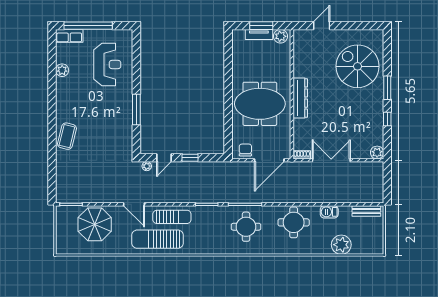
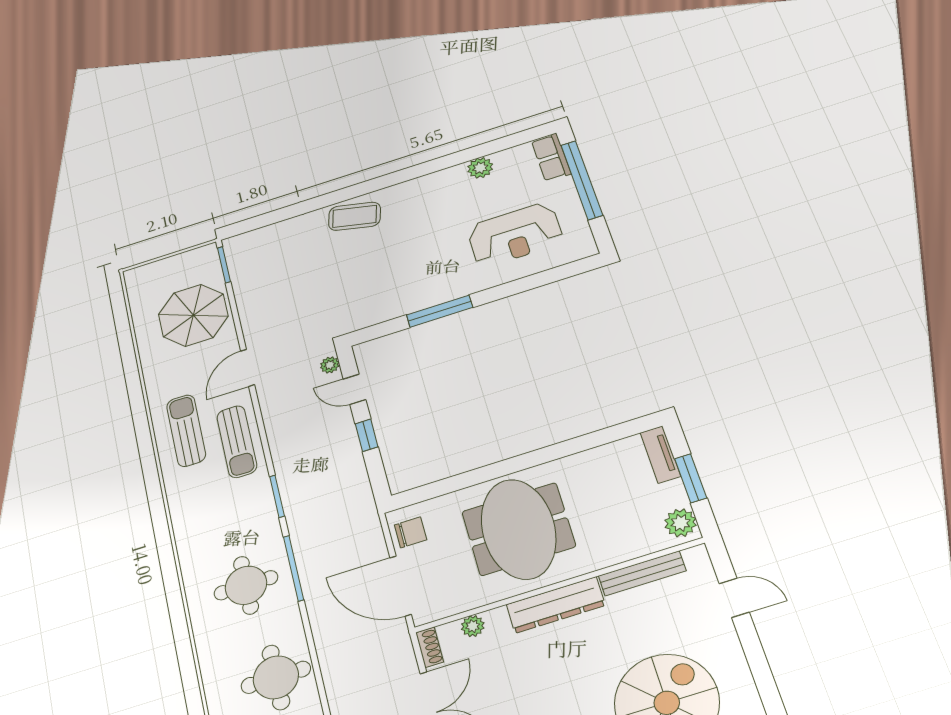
tv unit: (259, 35) -> (660, 454), moved
bench: (298, 59) -> (642, 573), added
plant: (298, 135) -> (473, 626), added
sun lounger: (158, 239) -> (186, 430), width x0.73, depth x0.75

